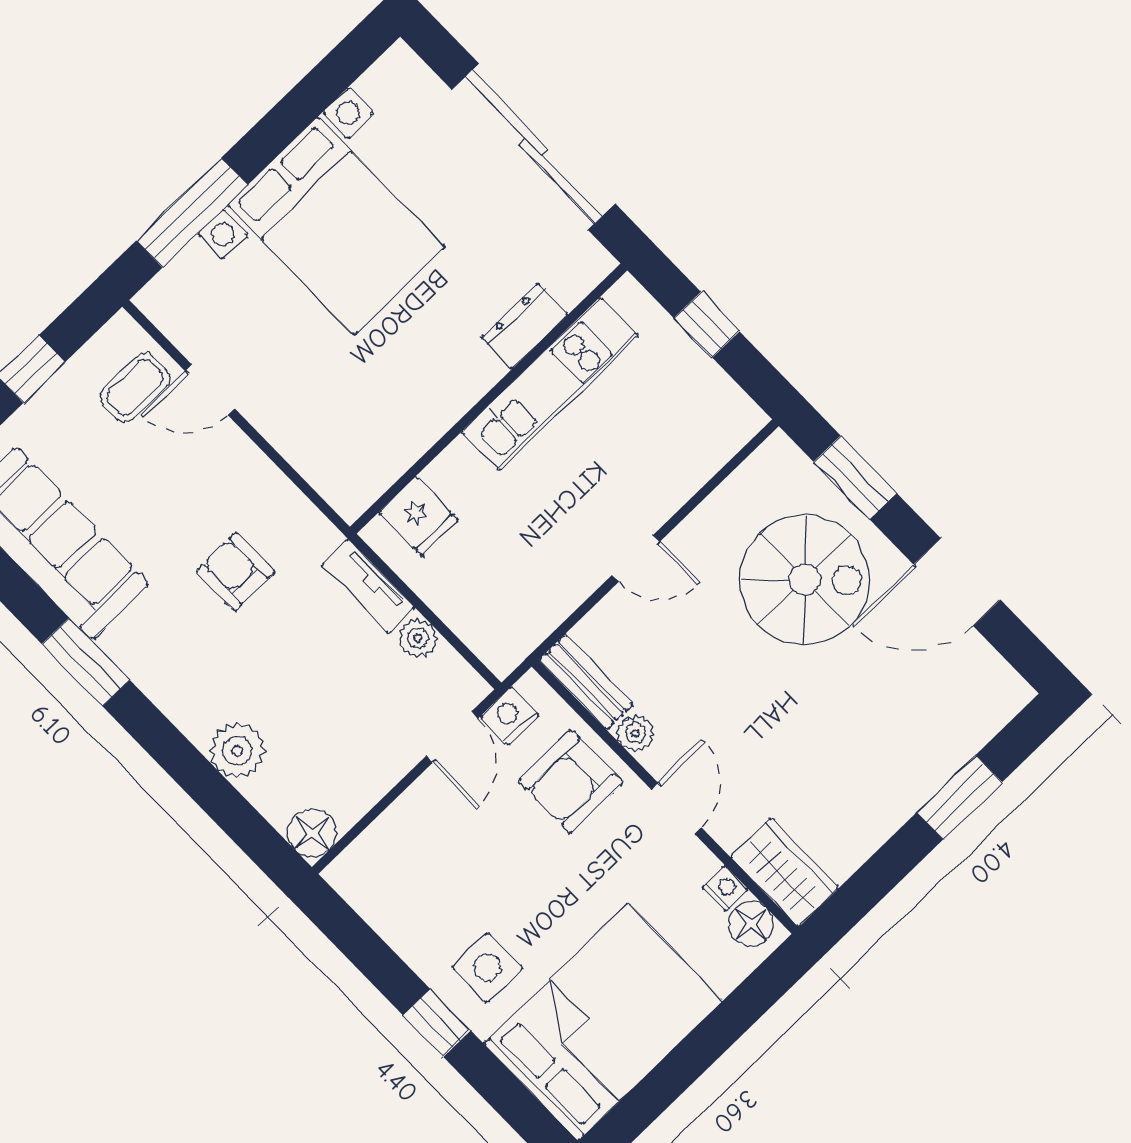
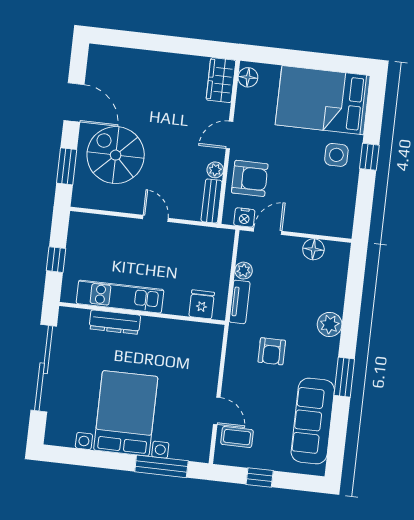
dresser: (525, 326) -> (115, 322), width x1.44
plant: (237, 751) -> (330, 324), moved
window: (959, 797) -> (147, 42), removed
floor lamp: (312, 833) -> (313, 249), moved
nightstand: (725, 889) -> (243, 96), removed

